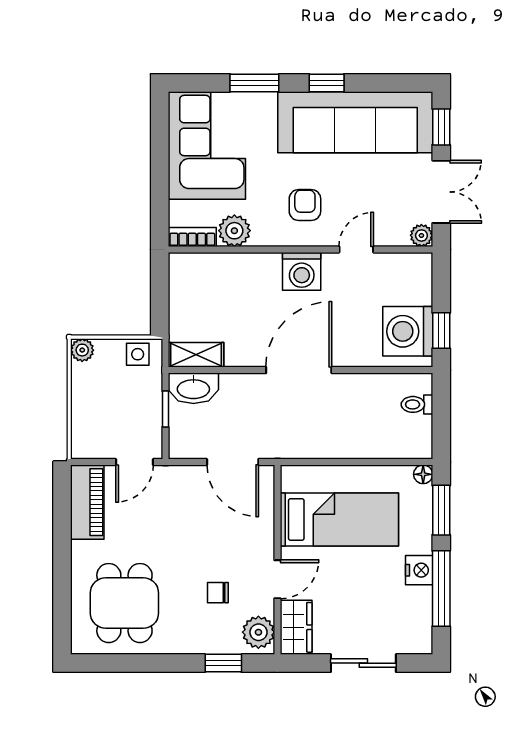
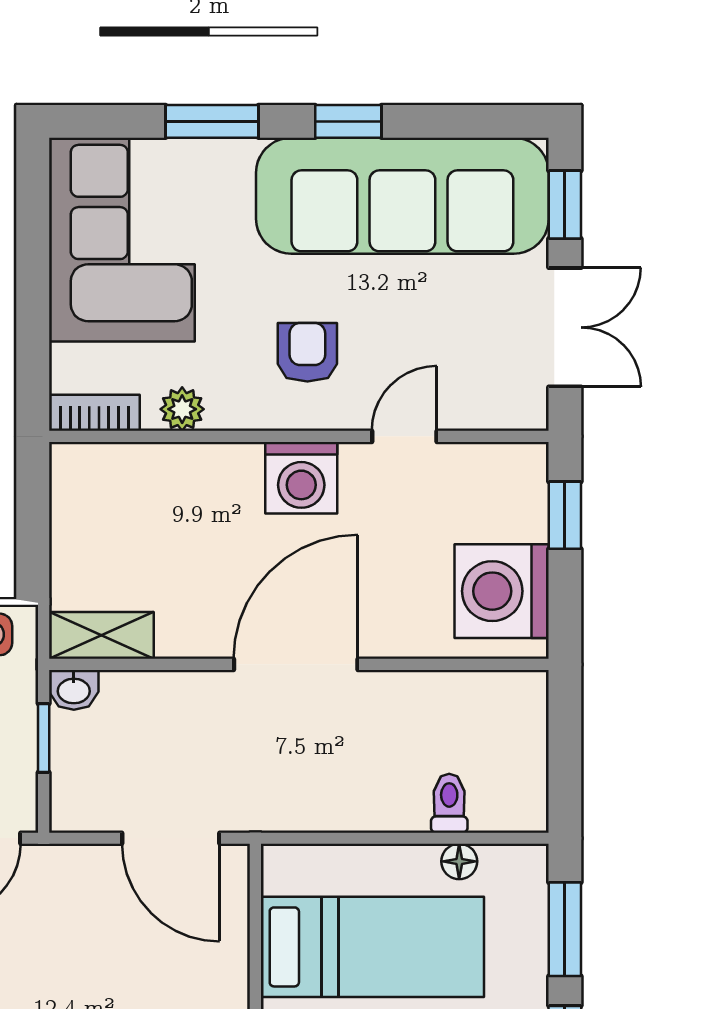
plant: (234, 231) -> (182, 409), width x0.73, depth x0.73
plant: (421, 235) -> (528, 410), removed
window: (441, 331) -> (565, 515), moved
washbasin: (193, 388) -> (74, 690), width x0.52, depth x0.69
toilet: (417, 404) -> (449, 803), moved, turned 90
floor lamp: (423, 474) -> (459, 861), moved

